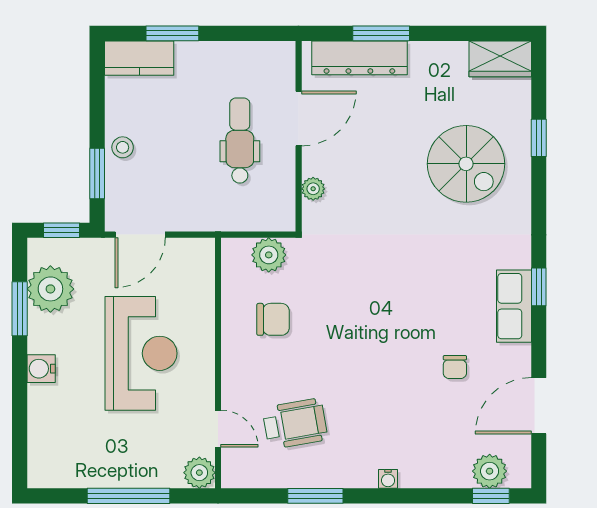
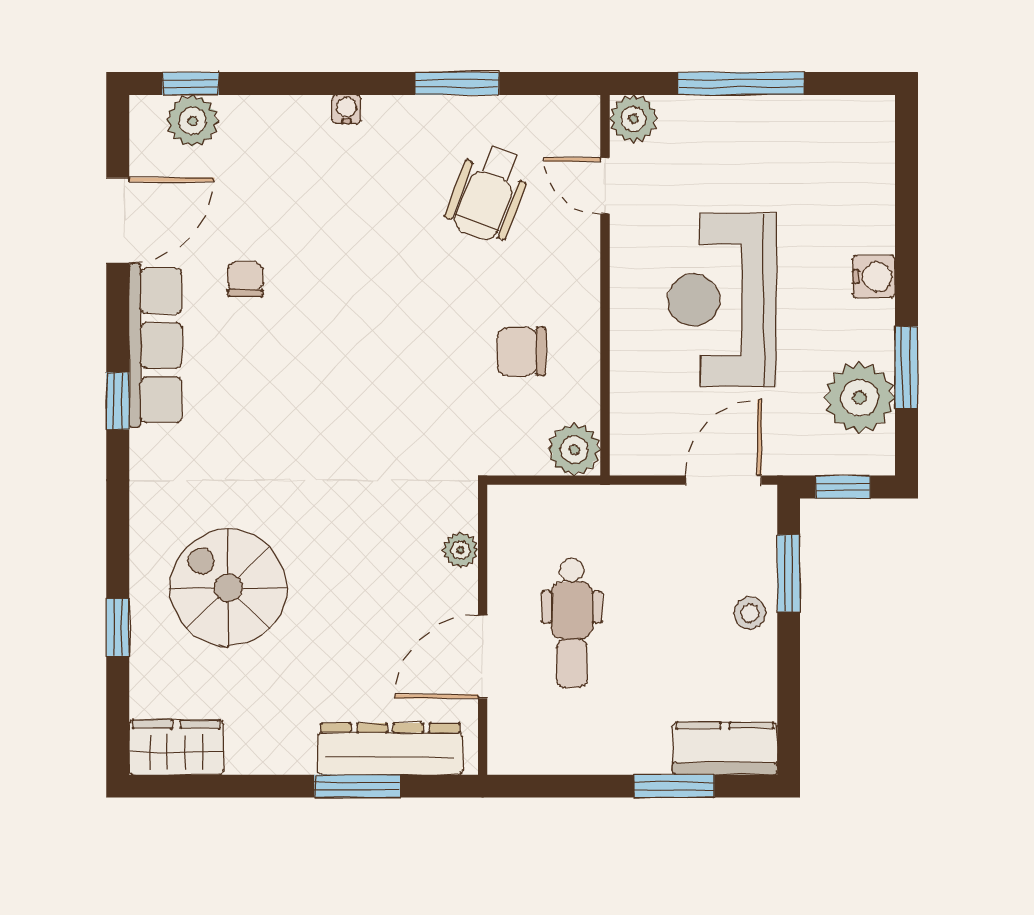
plant: (269, 255) -> (574, 449), moved
row of seats: (514, 306) -> (155, 345), width x1.48
wheelchair: (295, 424) -> (488, 193), turned -59

